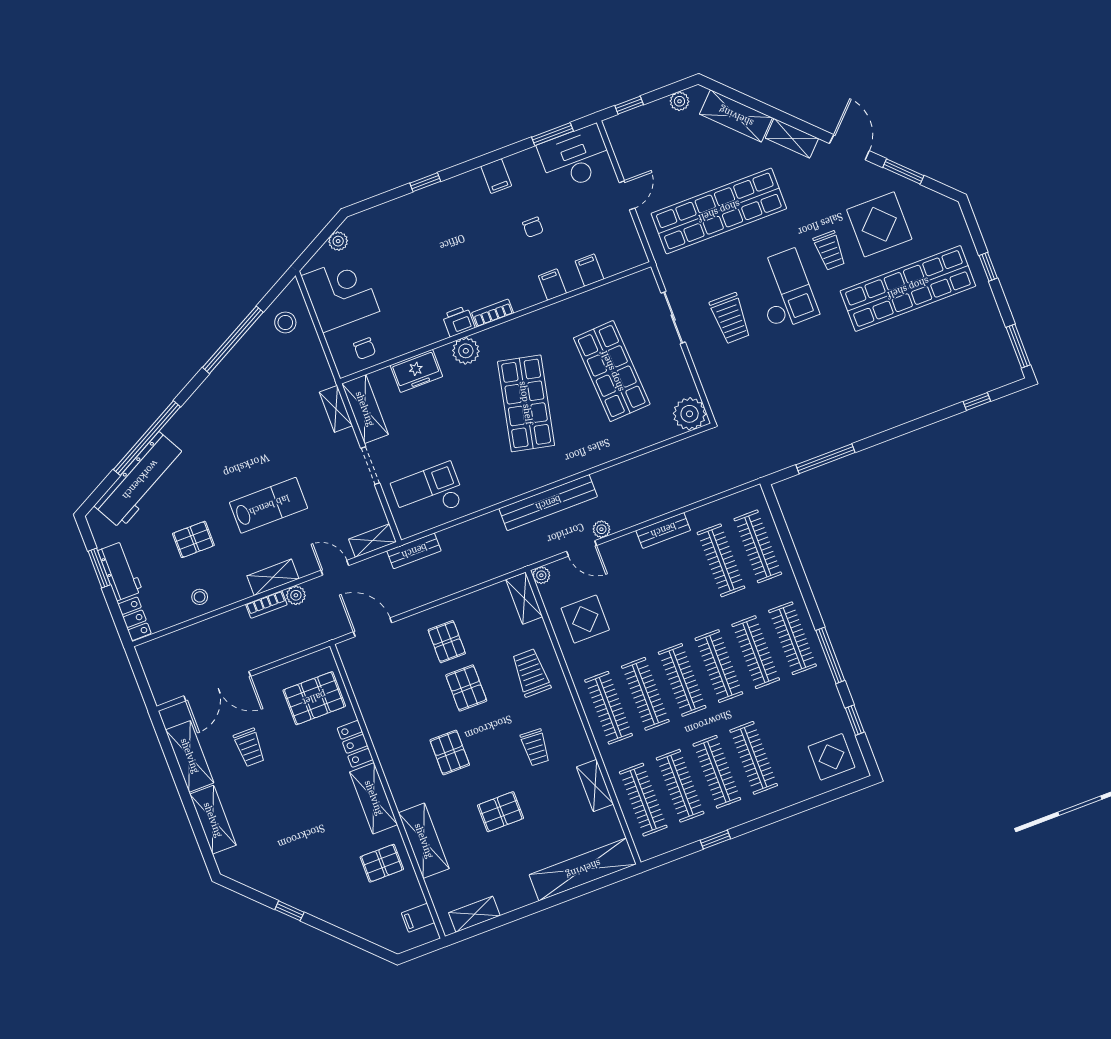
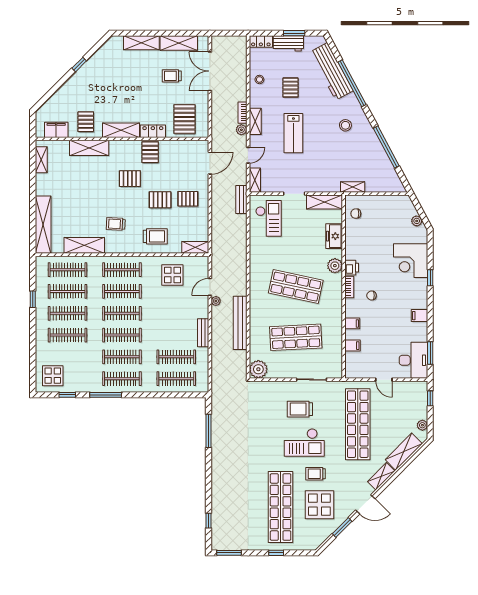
chair: (533, 227) -> (371, 295), moved
corner desk: (340, 294) -> (411, 261), moved, turned 90
stool: (285, 322) -> (345, 125), moved
shelving: (336, 409) -> (353, 187), moved
bench: (548, 503) -> (240, 323), moved
plant: (541, 575) -> (204, 261), removed
shelving: (595, 786) -> (84, 245), width x1.50, depth x1.33
pallet: (501, 812) -> (150, 152), moved
filing cabinet: (418, 918) -> (56, 130), width x2.00

